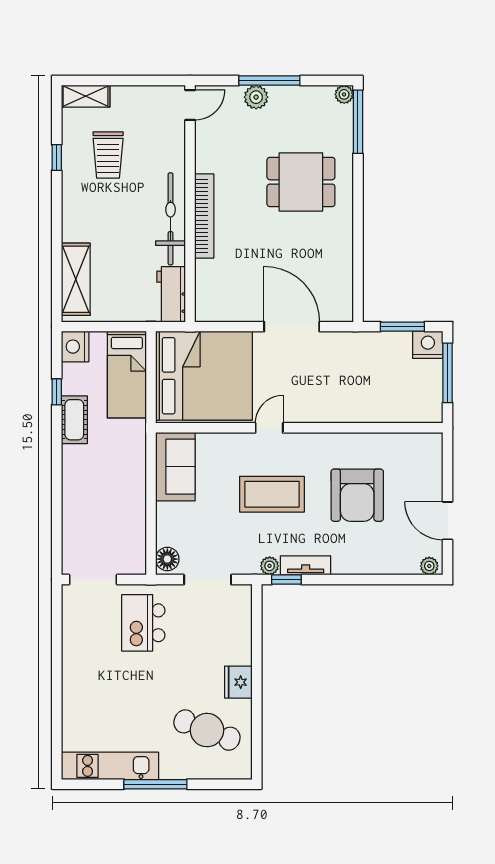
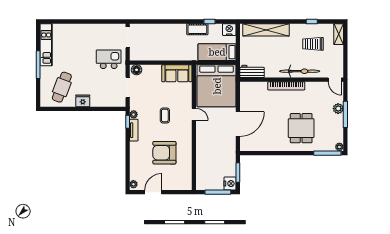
bicycle: (171, 219) -> (300, 71), moved
shelving: (76, 279) -> (266, 30), width x1.47
coffee table: (272, 494) -> (165, 116), width x0.54, depth x0.58

